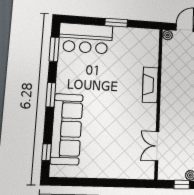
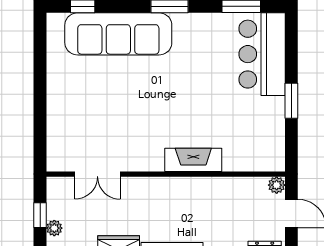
double door: (157, 146) -> (97, 174), swing flipped

